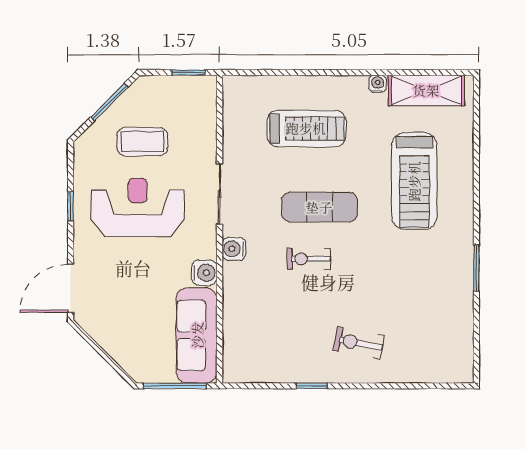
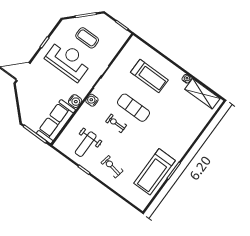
treadmill: (414, 181) -> (155, 172), moved
weight bench: (281, 337) -> (86, 144), added

